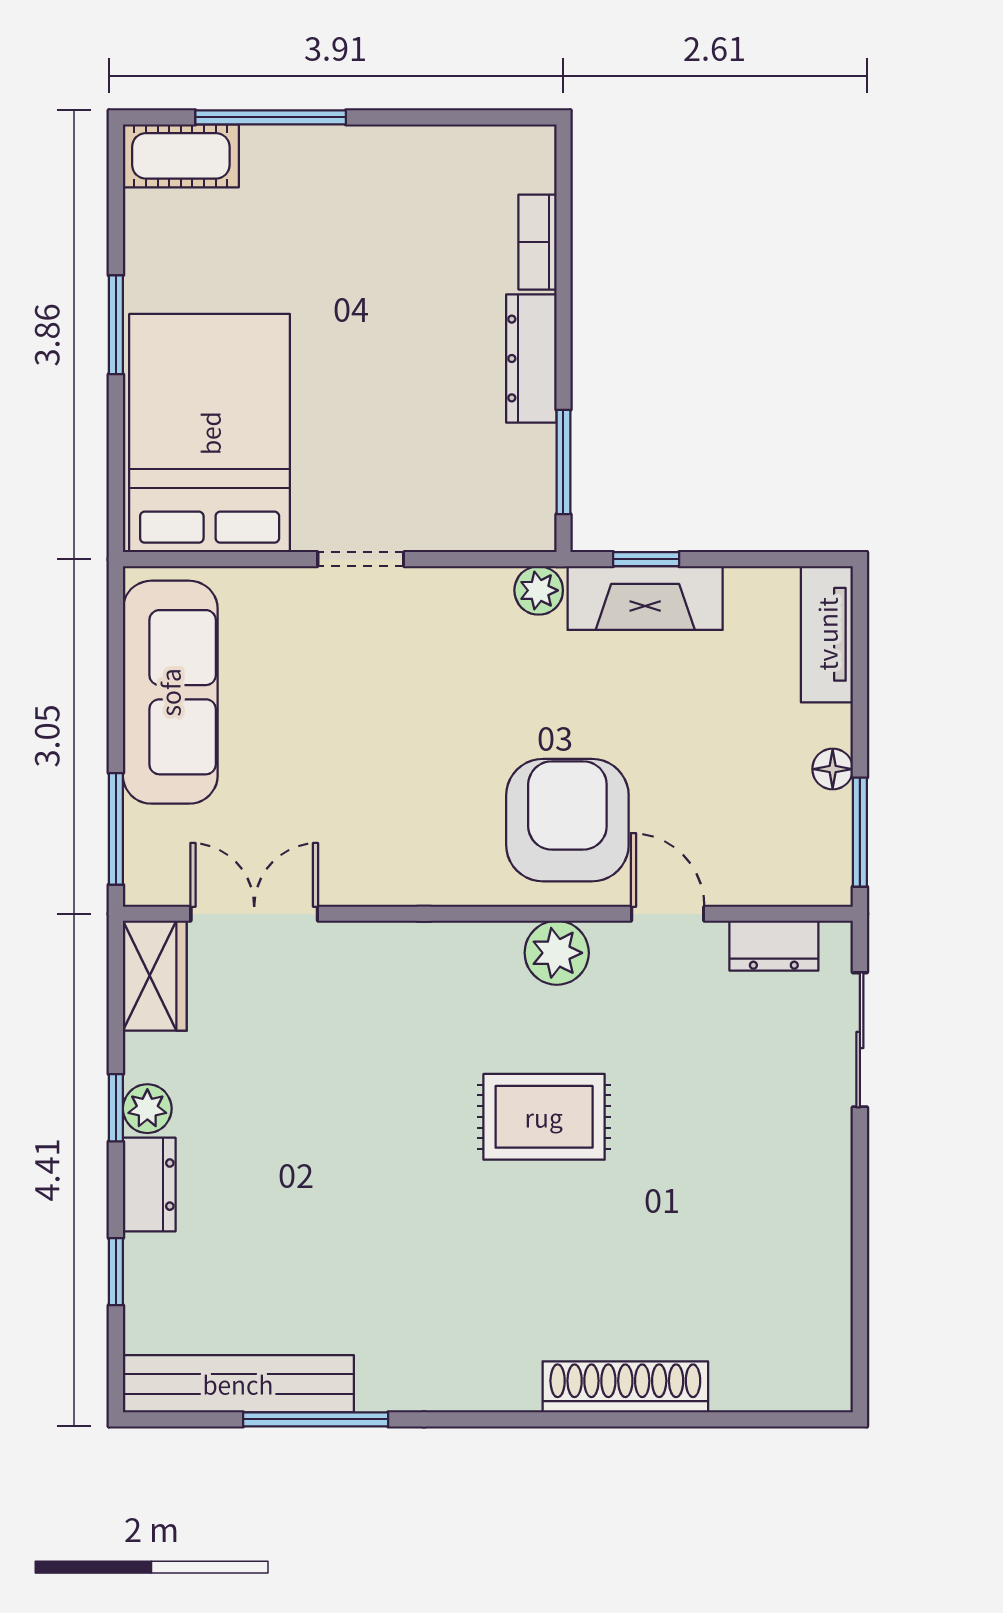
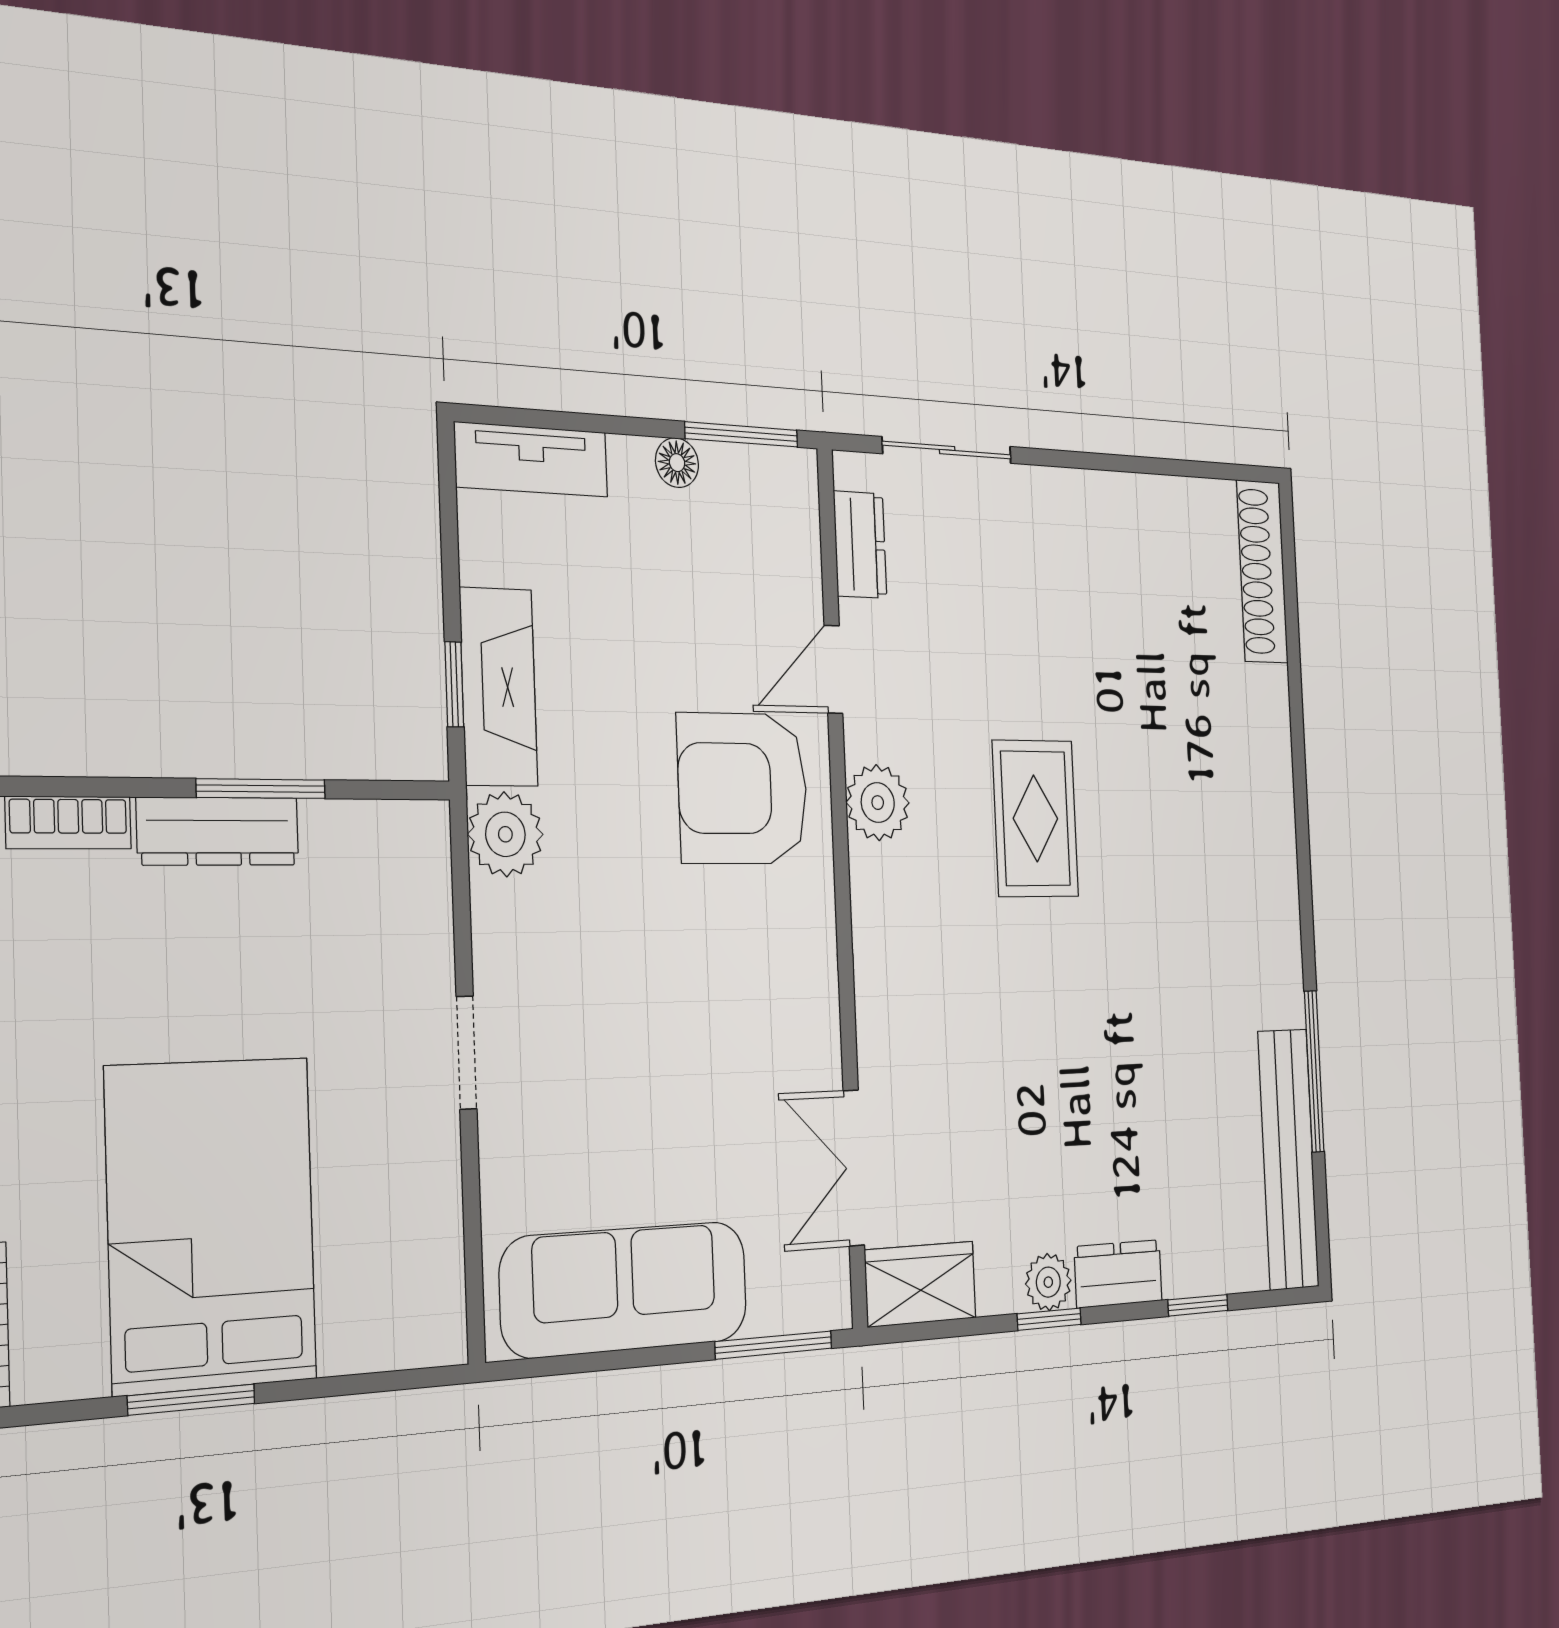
bed: (210, 433) -> (211, 1224), moved, turned 90
window: (563, 462) -> (261, 789), moved
plant: (539, 590) -> (505, 834), width x1.38, depth x1.38
shoe rack: (625, 1387) -> (1262, 572), moved

